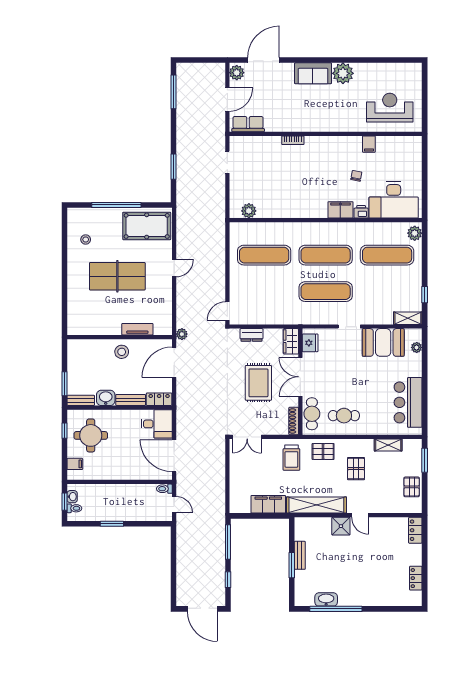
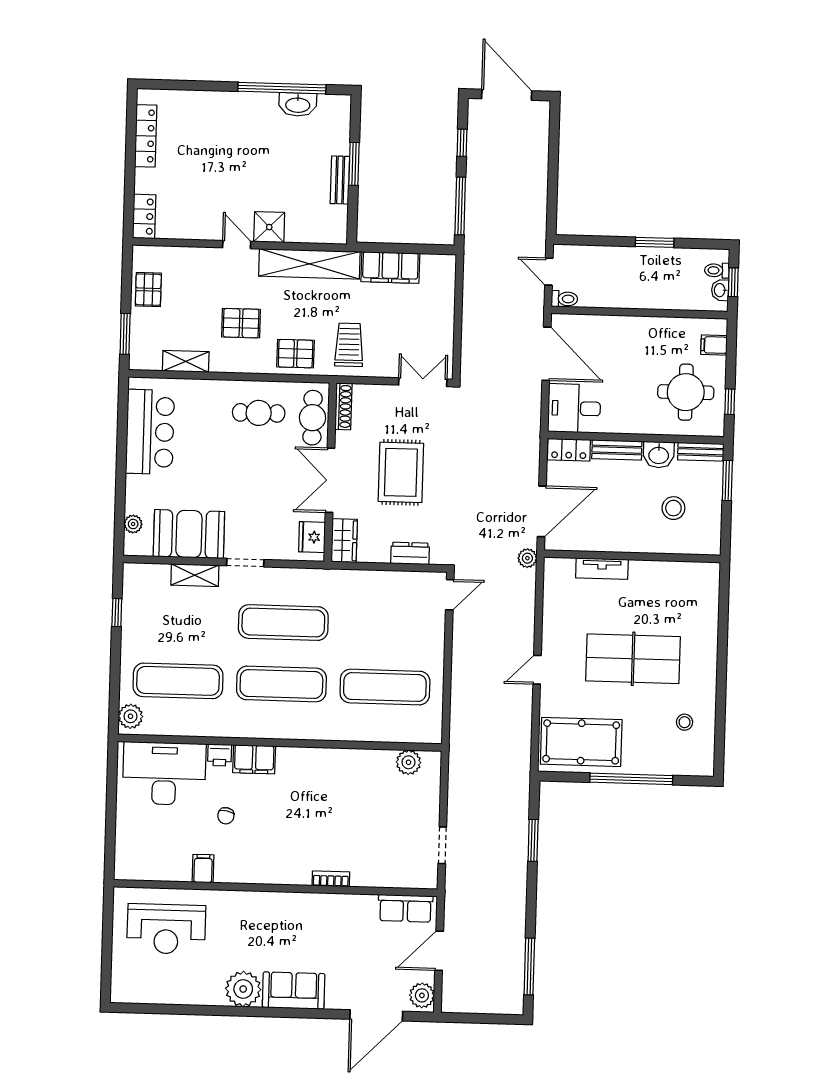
shelving: (408, 318) -> (195, 575), moved
stool: (122, 352) -> (673, 508), moved
double door: (300, 377) -> (330, 480), swing flipped
pallet: (356, 469) -> (241, 323), turned 90
locker: (416, 578) -> (146, 136), width x1.53

